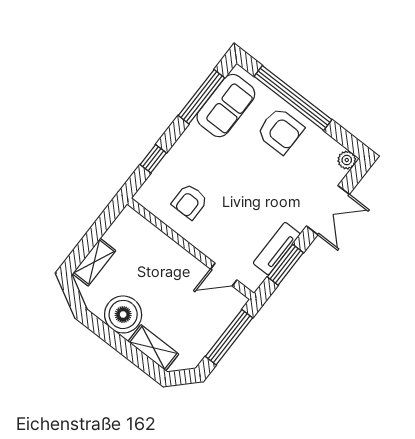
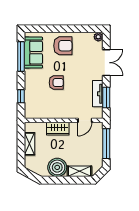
window: (293, 98) -> (58, 29), removed
armchair: (190, 202) -> (56, 83), moved, turned -90
wardrobe: (171, 254) -> (58, 129), added
shelving: (94, 262) -> (29, 144), moved

